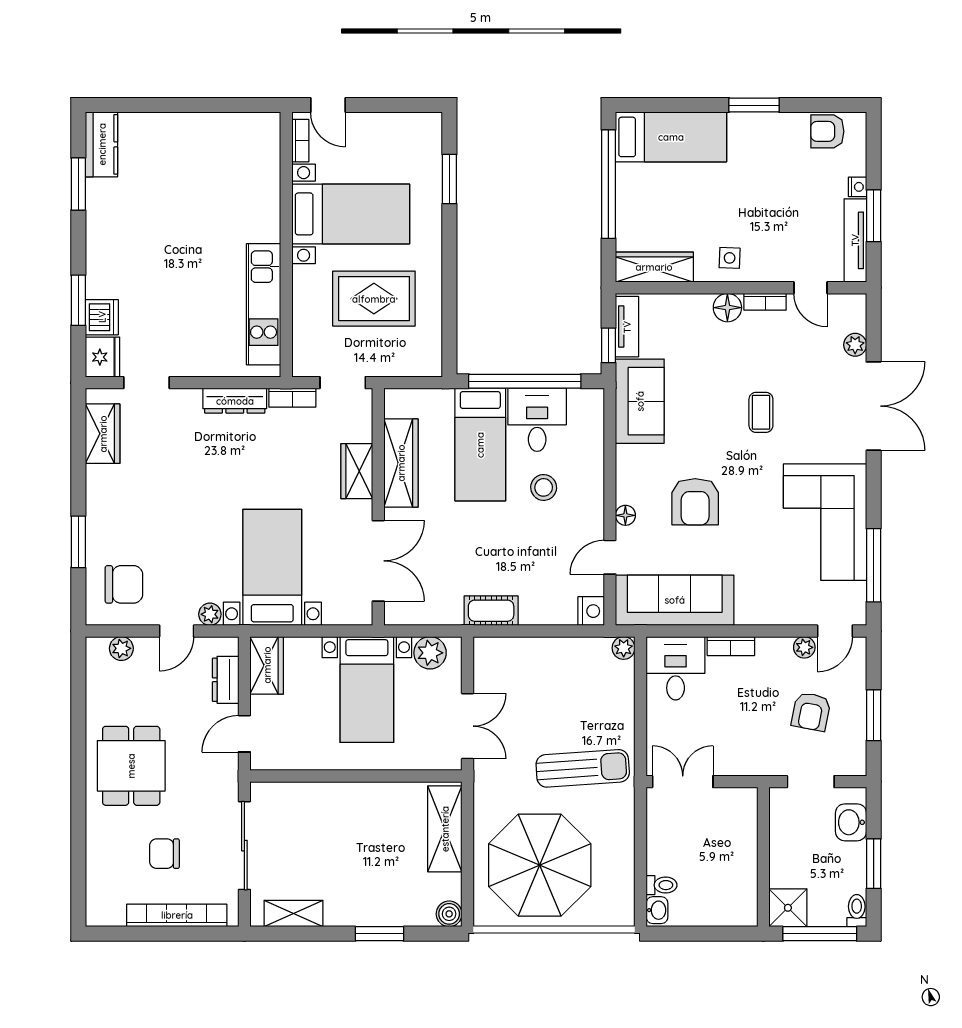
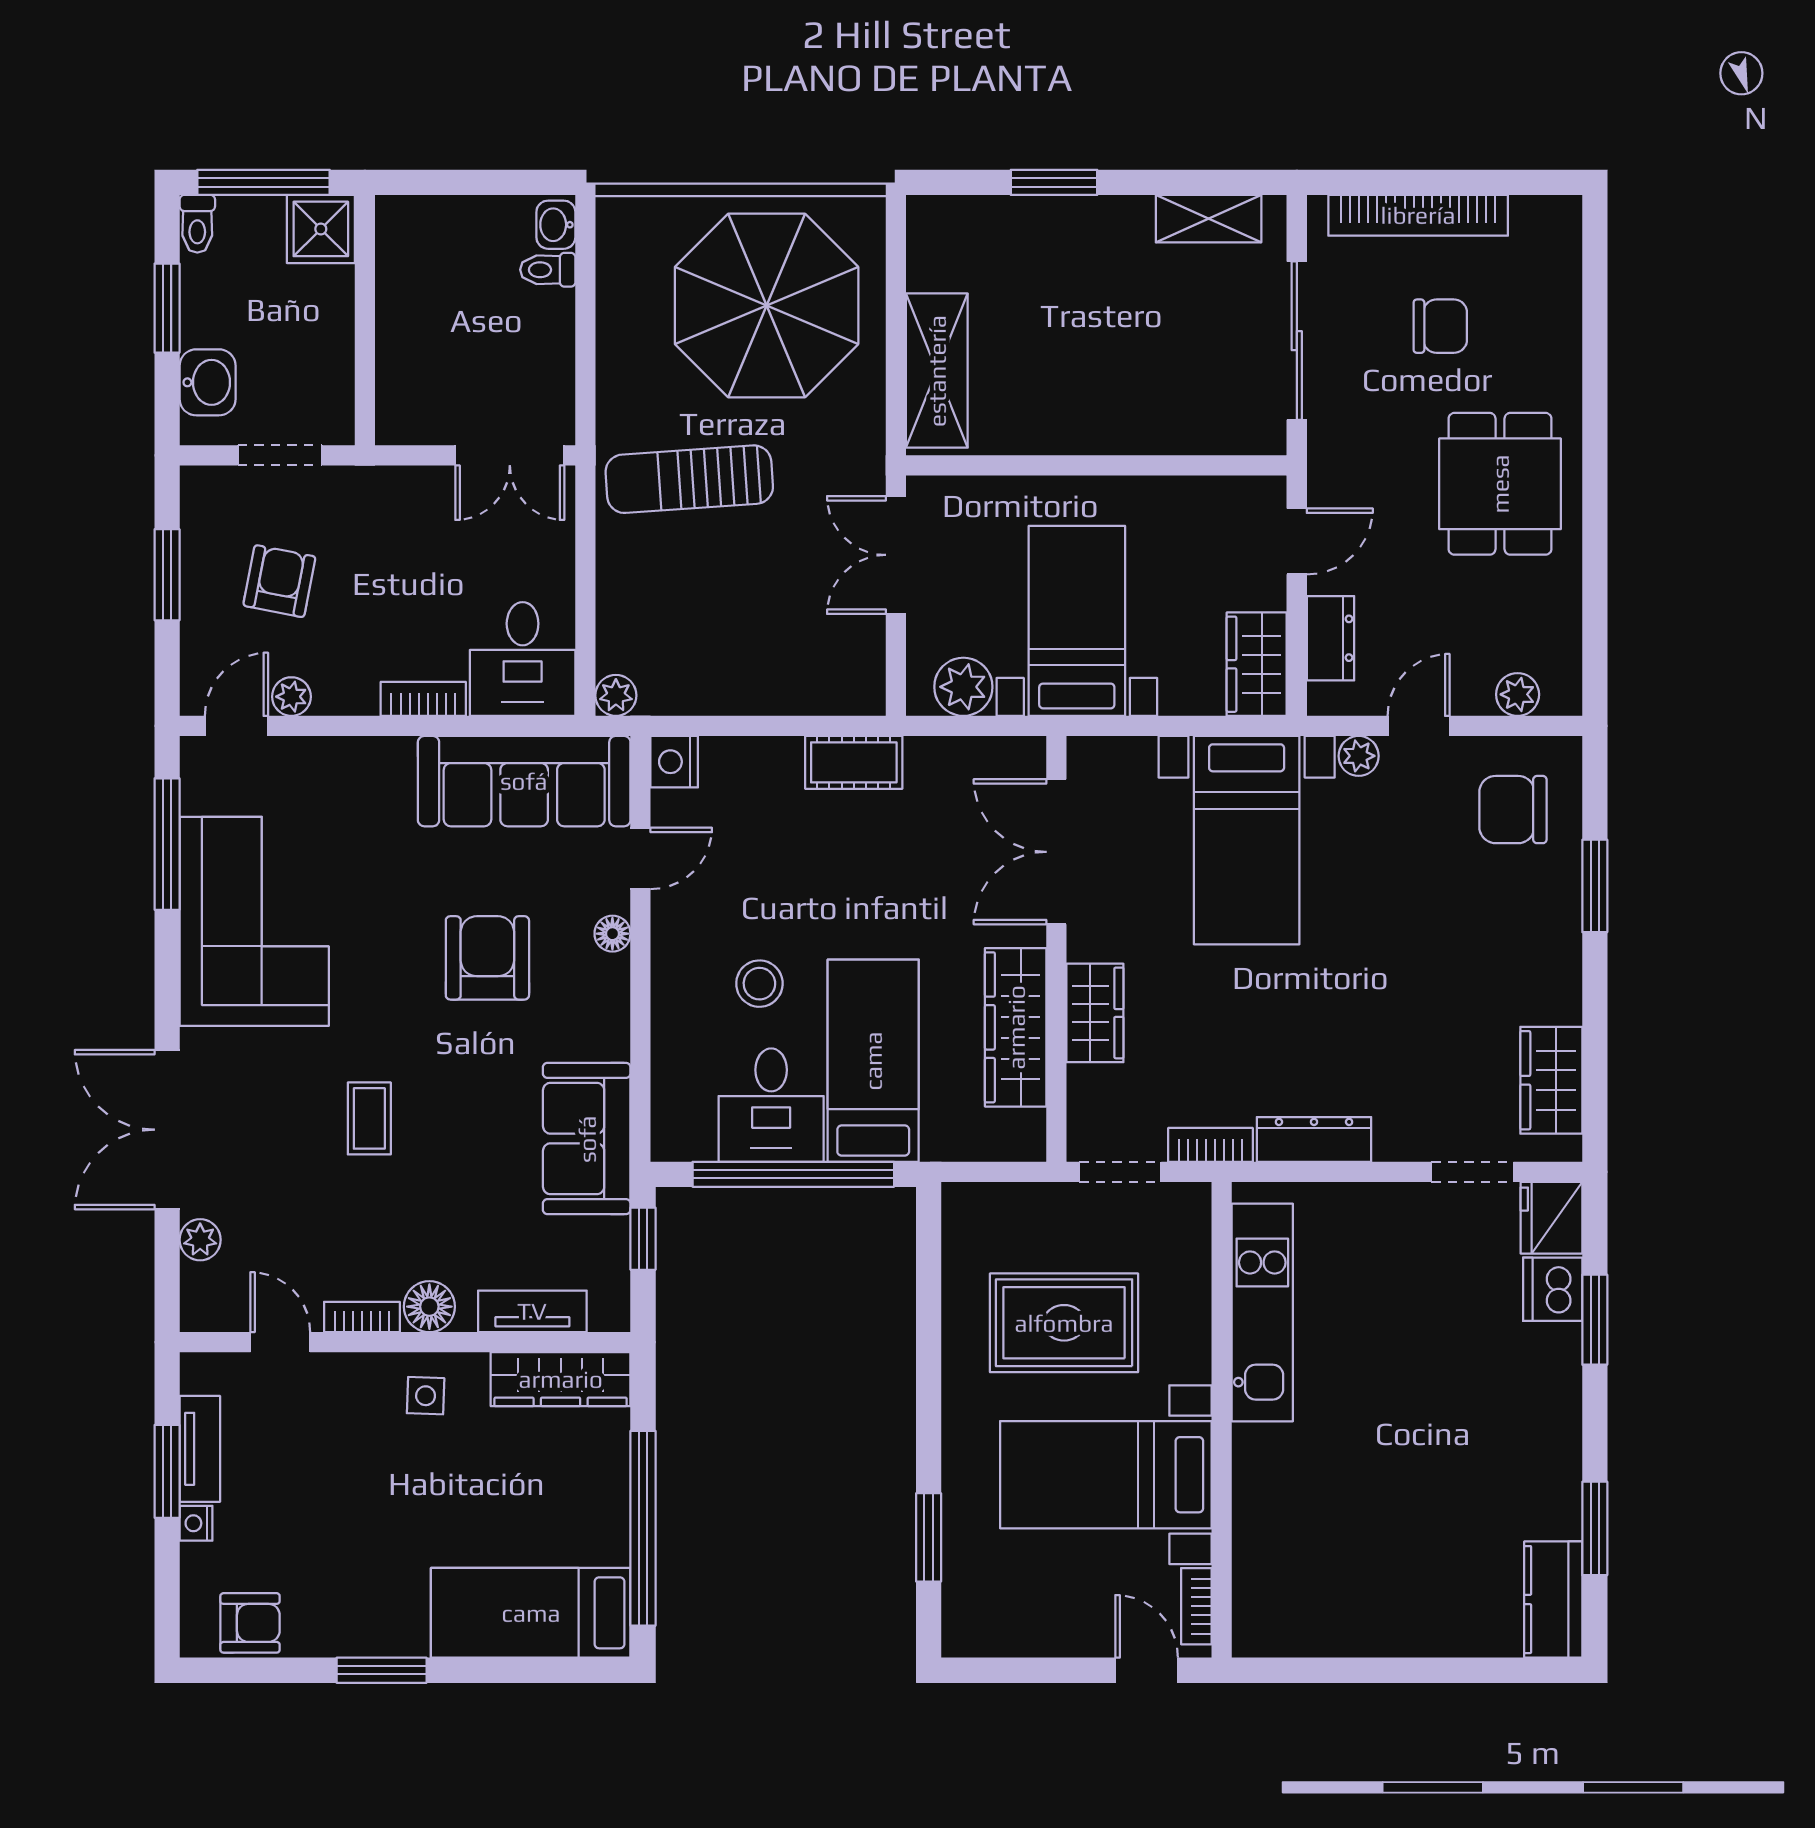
tv unit: (855, 240) -> (200, 1449), width x0.71
tv unit: (627, 327) -> (532, 1311), moved, turned 90
boiler: (449, 914) -> (929, 218), removed

